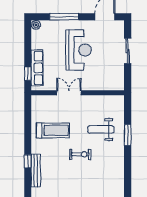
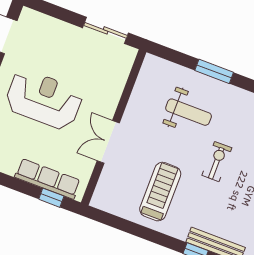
sliding door: (128, 51) -> (106, 30), moved
weight bench: (101, 129) -> (189, 112), turned -90

